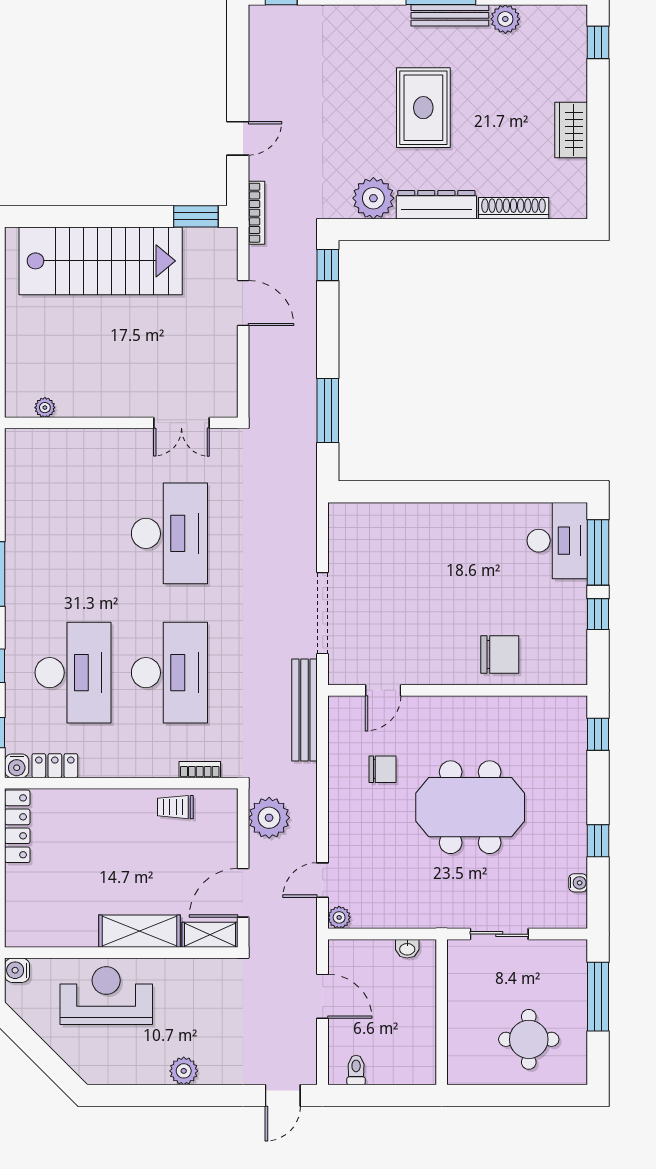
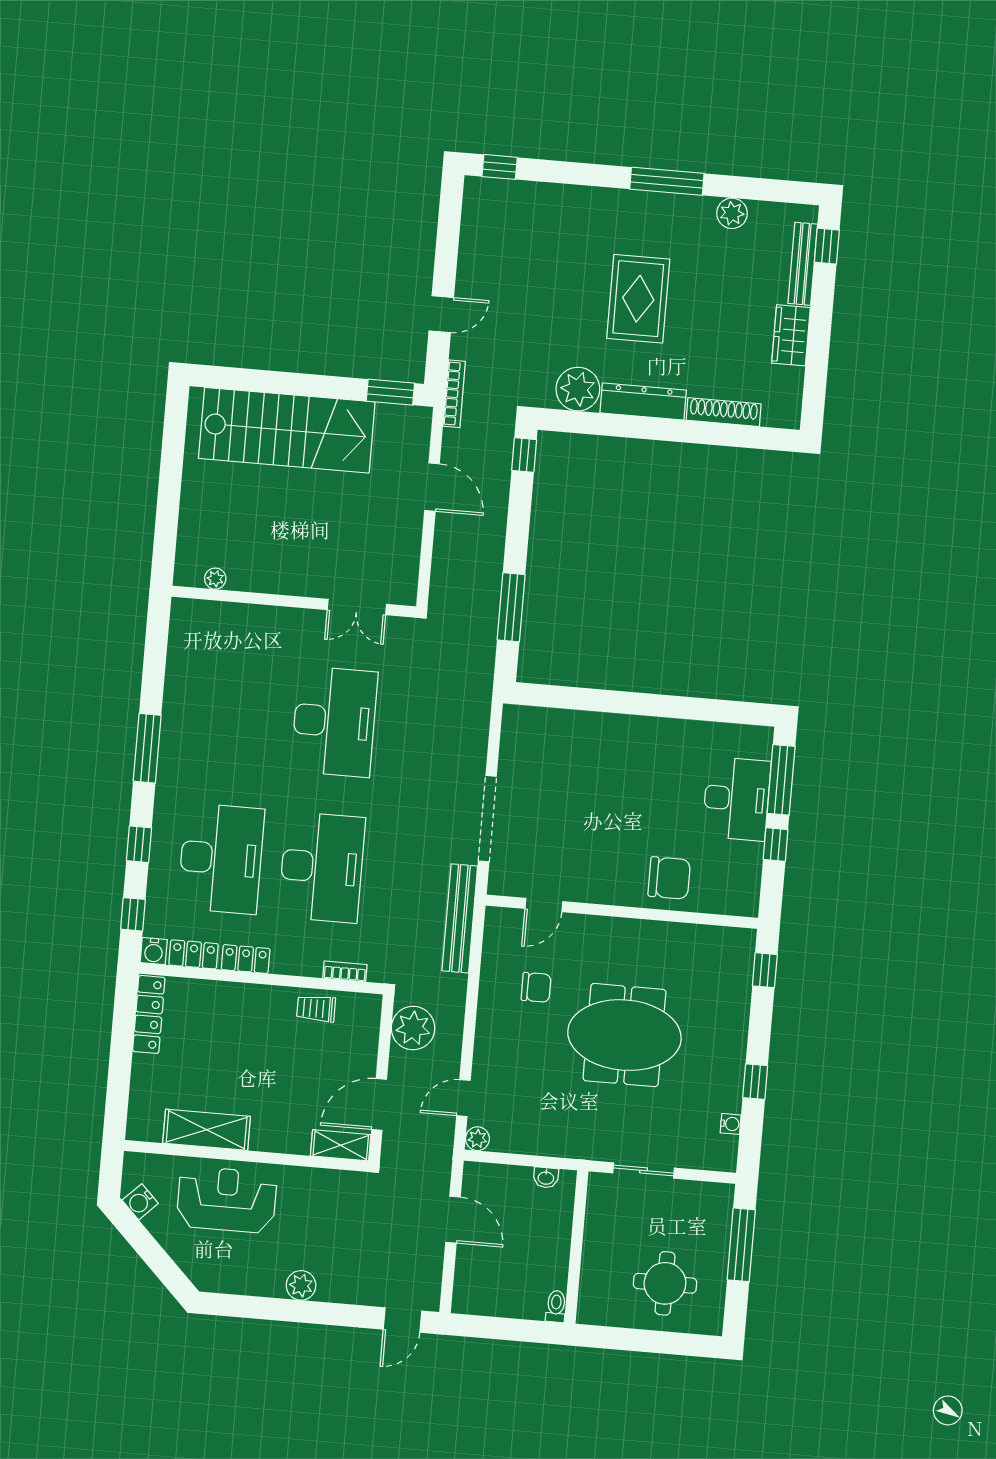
bench: (450, 15) -> (803, 264), moved, turned 90
desk: (557, 541) -> (737, 799), moved
locker: (105, 766) -> (246, 959), added
shelving: (139, 931) -> (207, 1130), moved
water cooler: (17, 970) -> (140, 1202), moved, turned -45
toilet: (356, 1070) -> (556, 1306), moved

